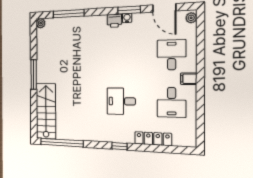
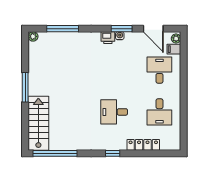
filing cabinet: (189, 79) -> (174, 49), moved

